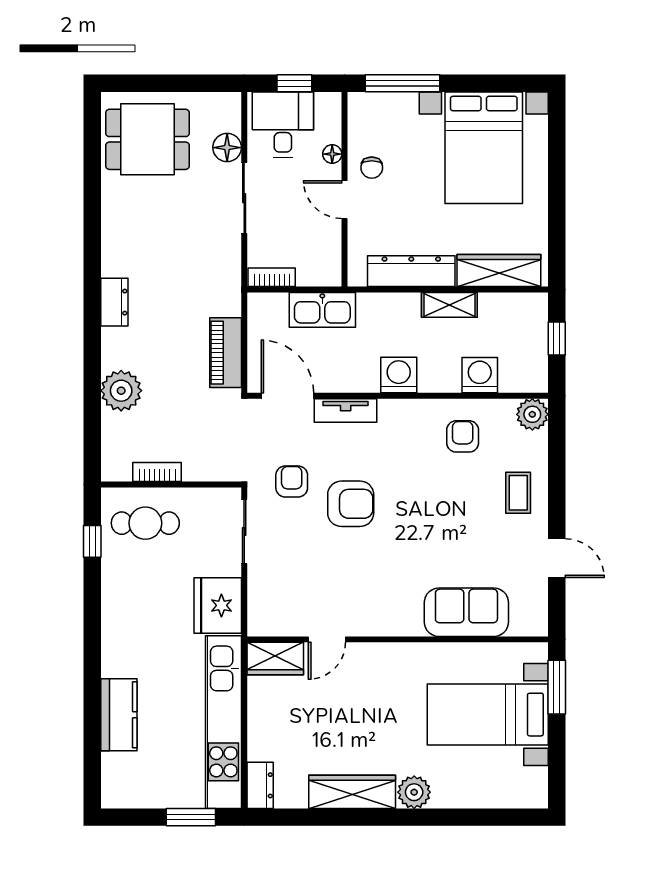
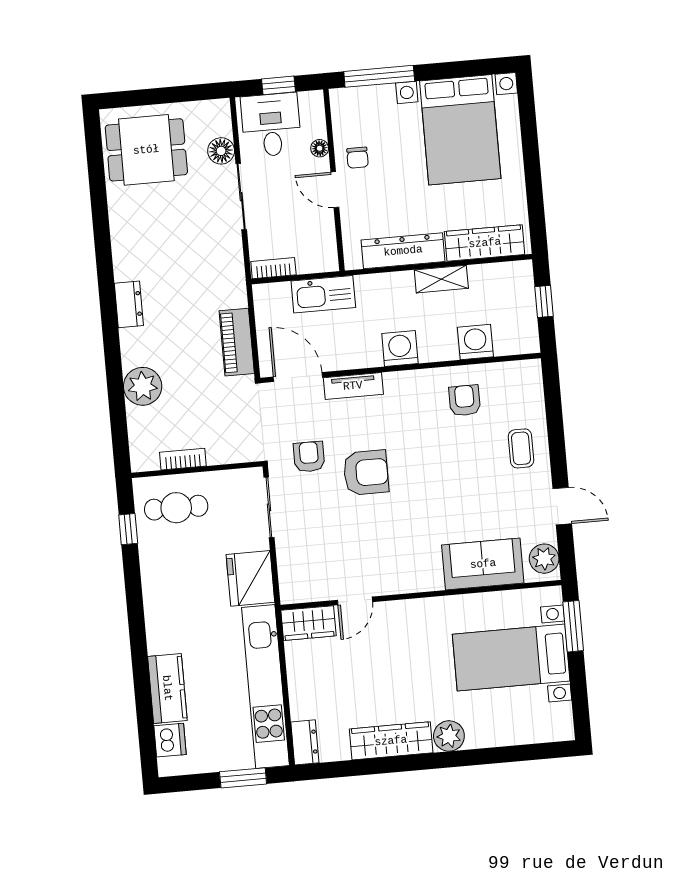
plant: (532, 414) -> (544, 559), moved
dishwasher: (117, 770) -> (170, 740), added

